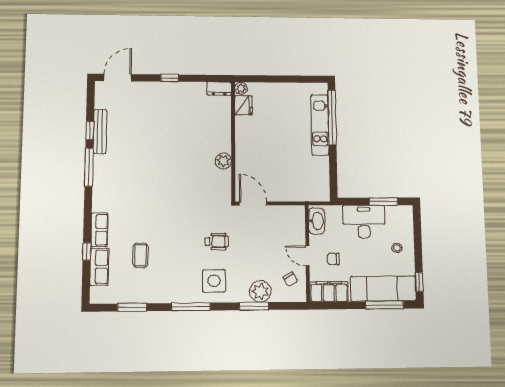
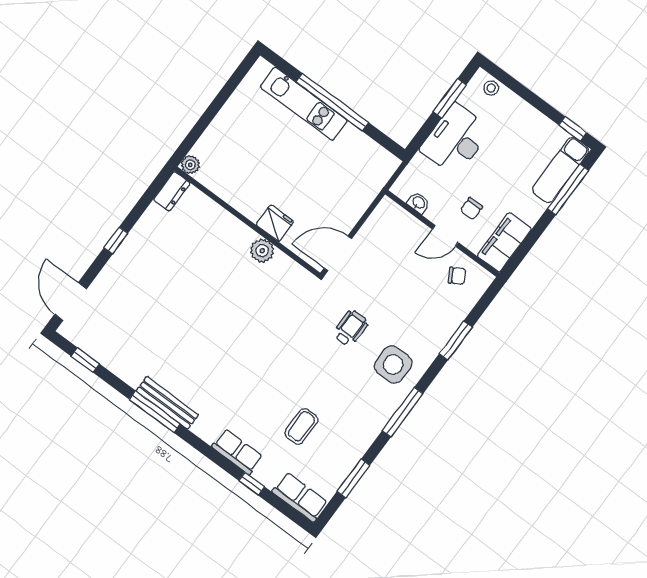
fridge: (243, 105) -> (275, 223), moved
window: (332, 117) -> (332, 102), moved
window: (90, 131) -> (85, 360), moved
bench: (100, 131) -> (167, 403), moved
washbasin: (317, 221) -> (418, 203), width x0.52, depth x0.69
stool: (397, 248) -> (491, 88), moved
coffee table: (141, 255) -> (301, 426), turned 90
row of seats: (99, 267) -> (300, 497), moved
exam couch: (383, 289) -> (561, 170), width x0.73, depth x0.69
plant: (260, 291) -> (445, 321), removed

